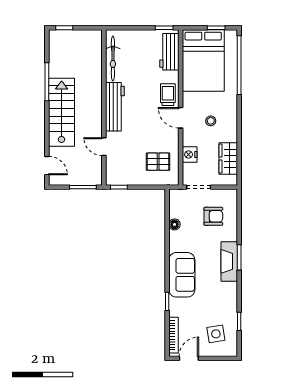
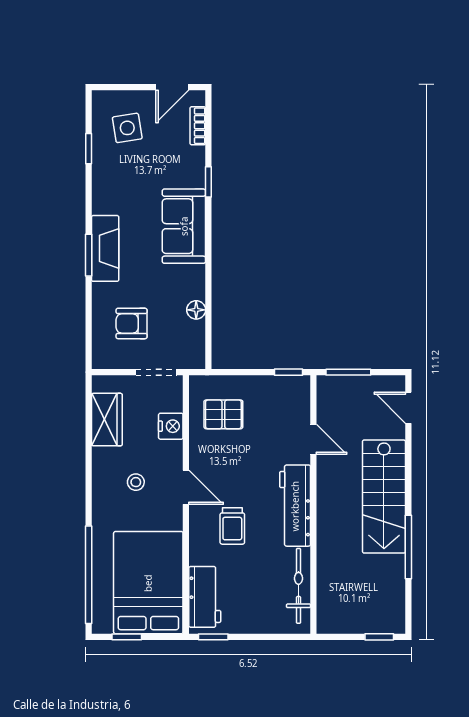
trolley: (168, 95) -> (232, 526), moved
bookcase: (173, 335) -> (198, 126), width x0.64

